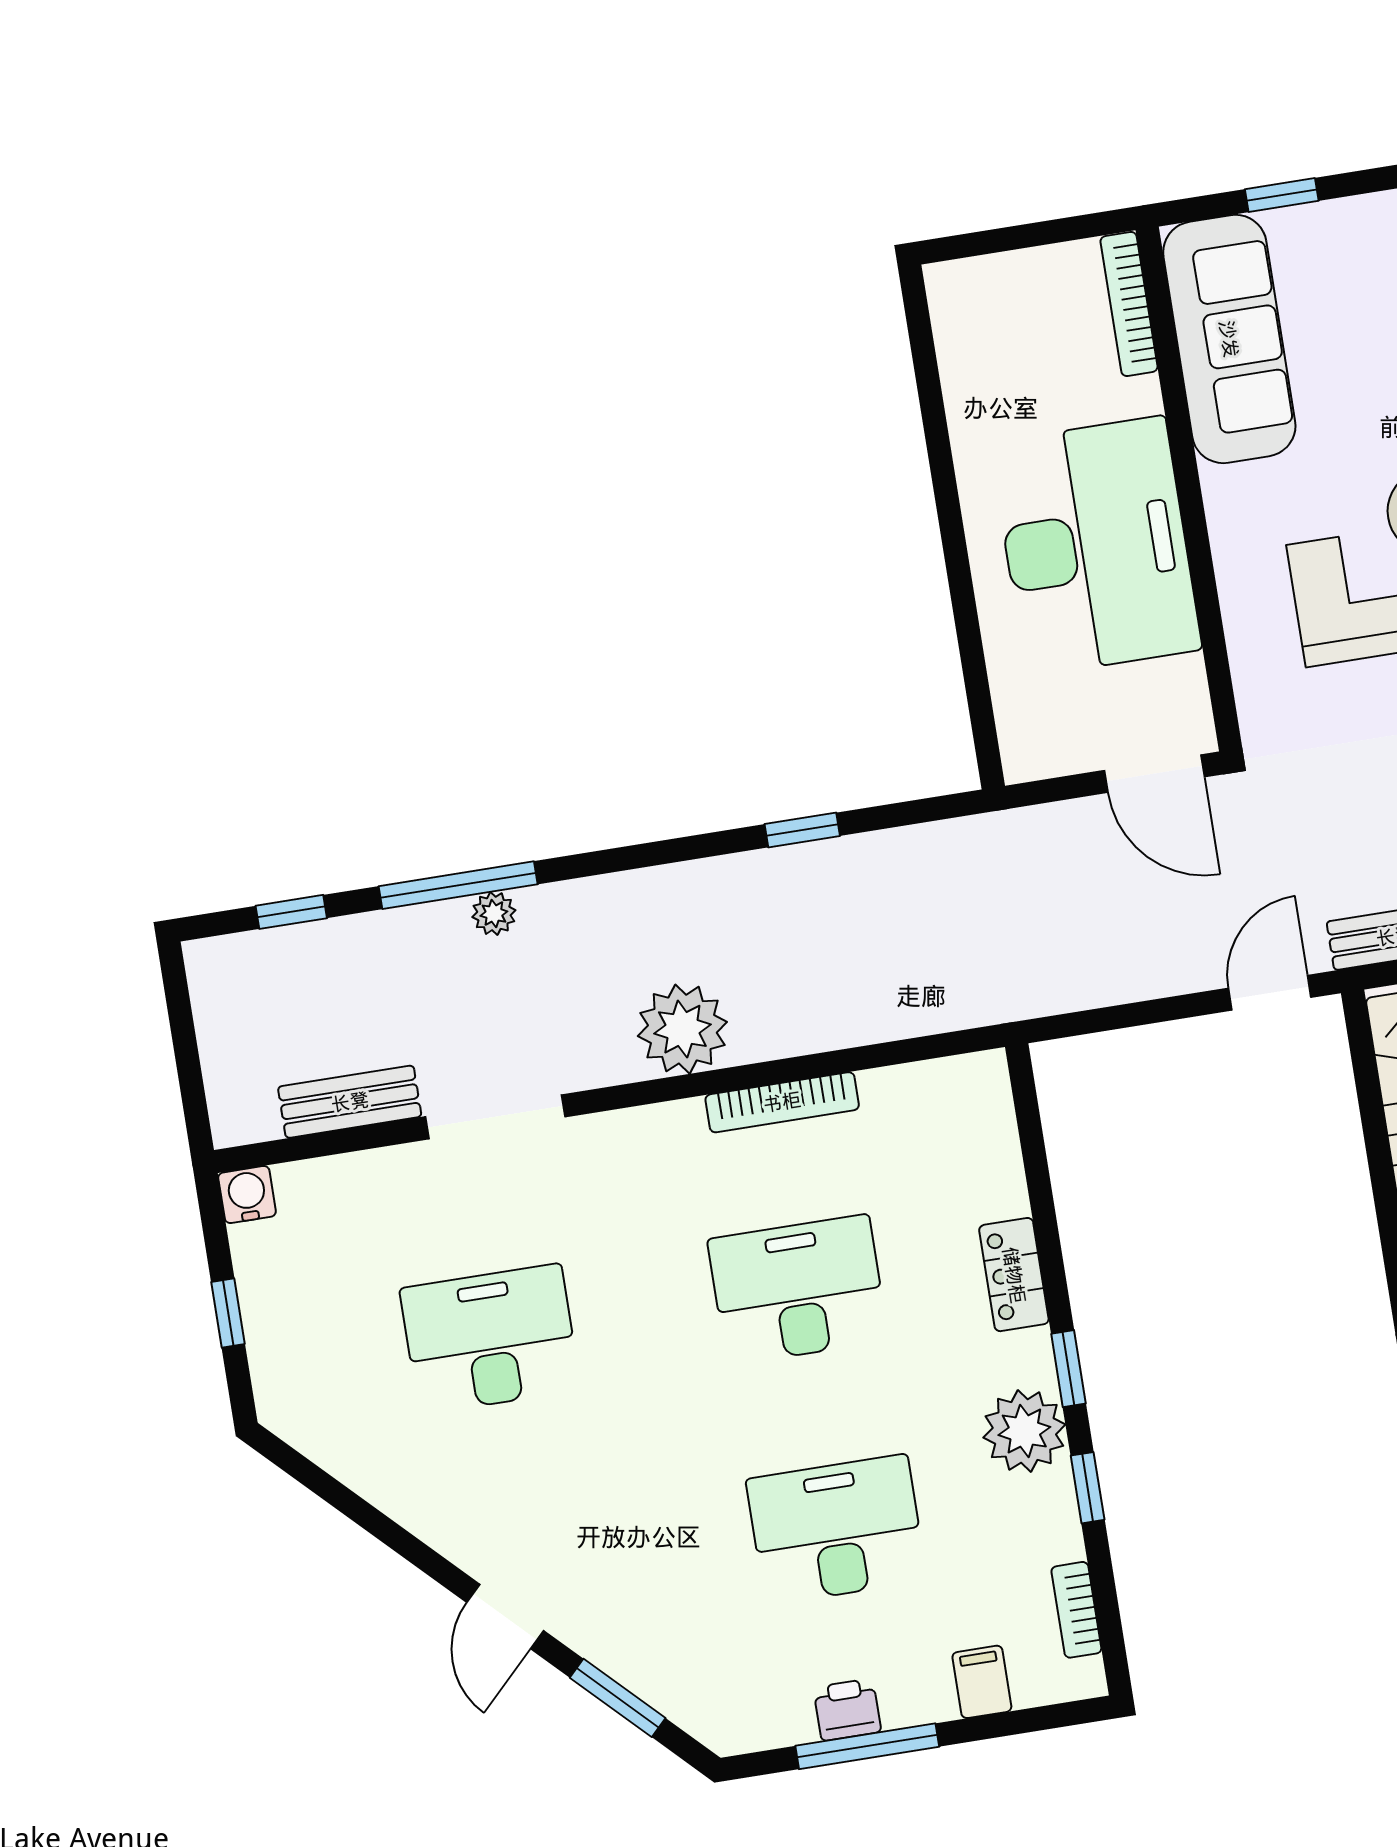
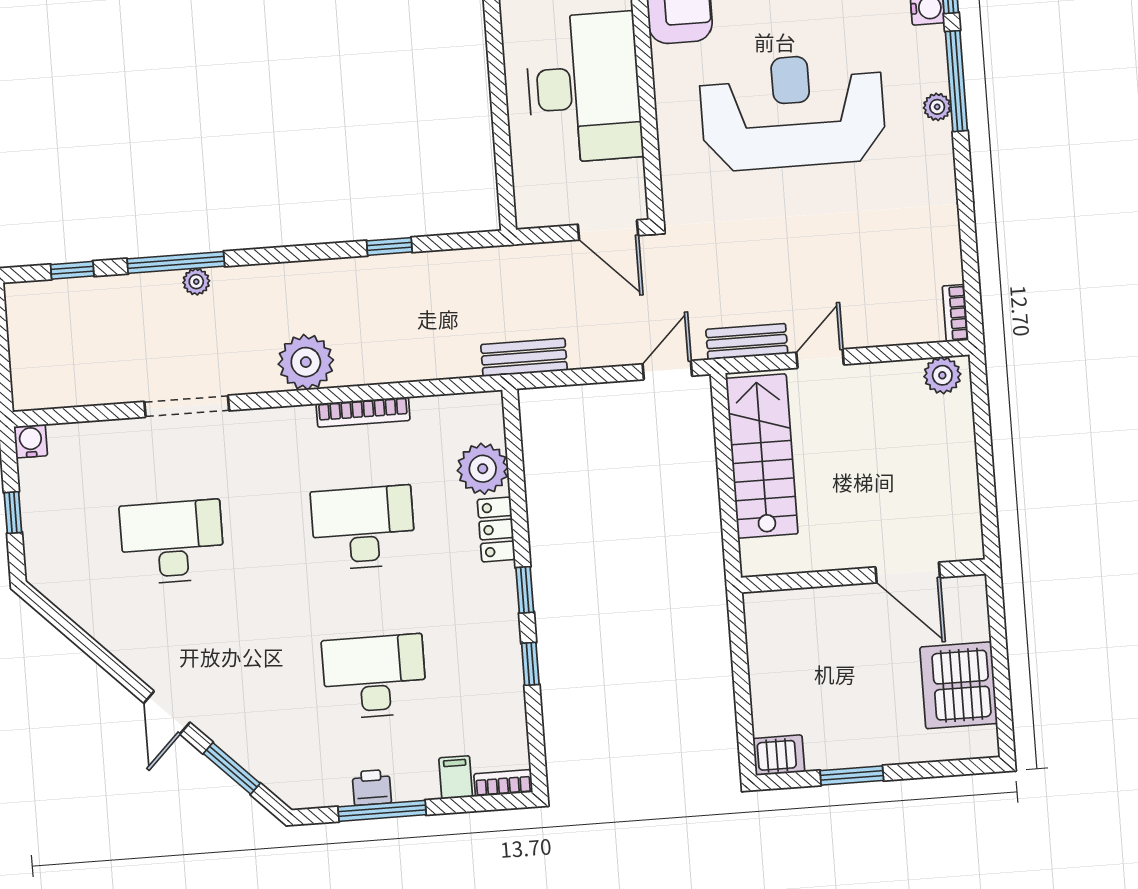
bench: (350, 1102) -> (524, 357), moved
plant: (1024, 1431) -> (483, 469), moved
bookcase: (1076, 1610) -> (503, 783), moved, turned 90

